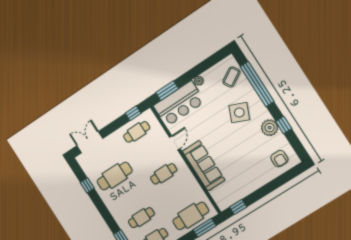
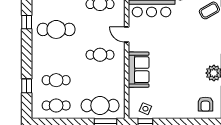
side table: (239, 113) -> (145, 109), moved, width x0.54, depth x0.54
door: (175, 143) -> (127, 35), swing flipped
sofa: (204, 166) -> (139, 70), width x0.73

